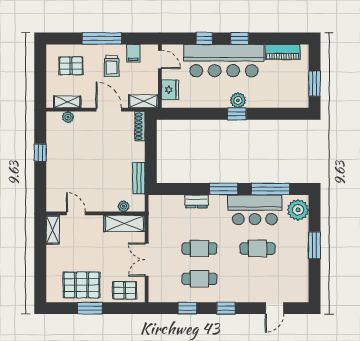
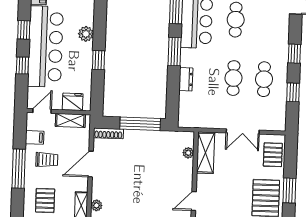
shelving: (143, 101) -> (70, 120), moved, turned 90
window: (237, 114) -> (99, 60), moved
window: (151, 157) -> (140, 124), added
bench: (139, 178) -> (160, 136), removed

